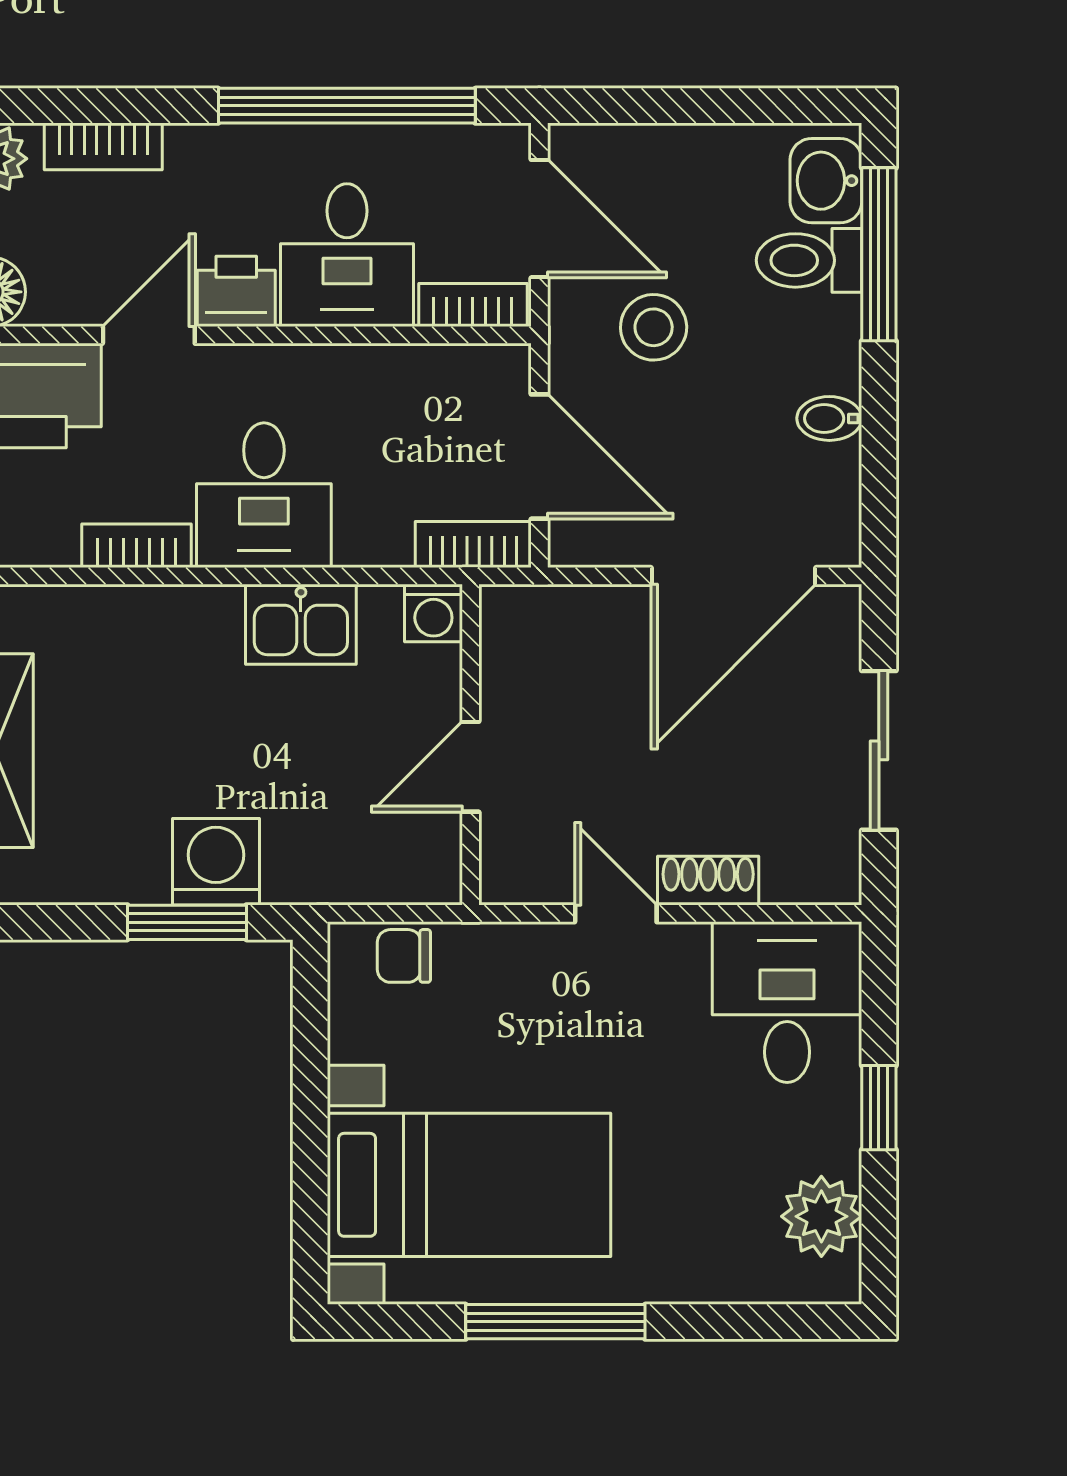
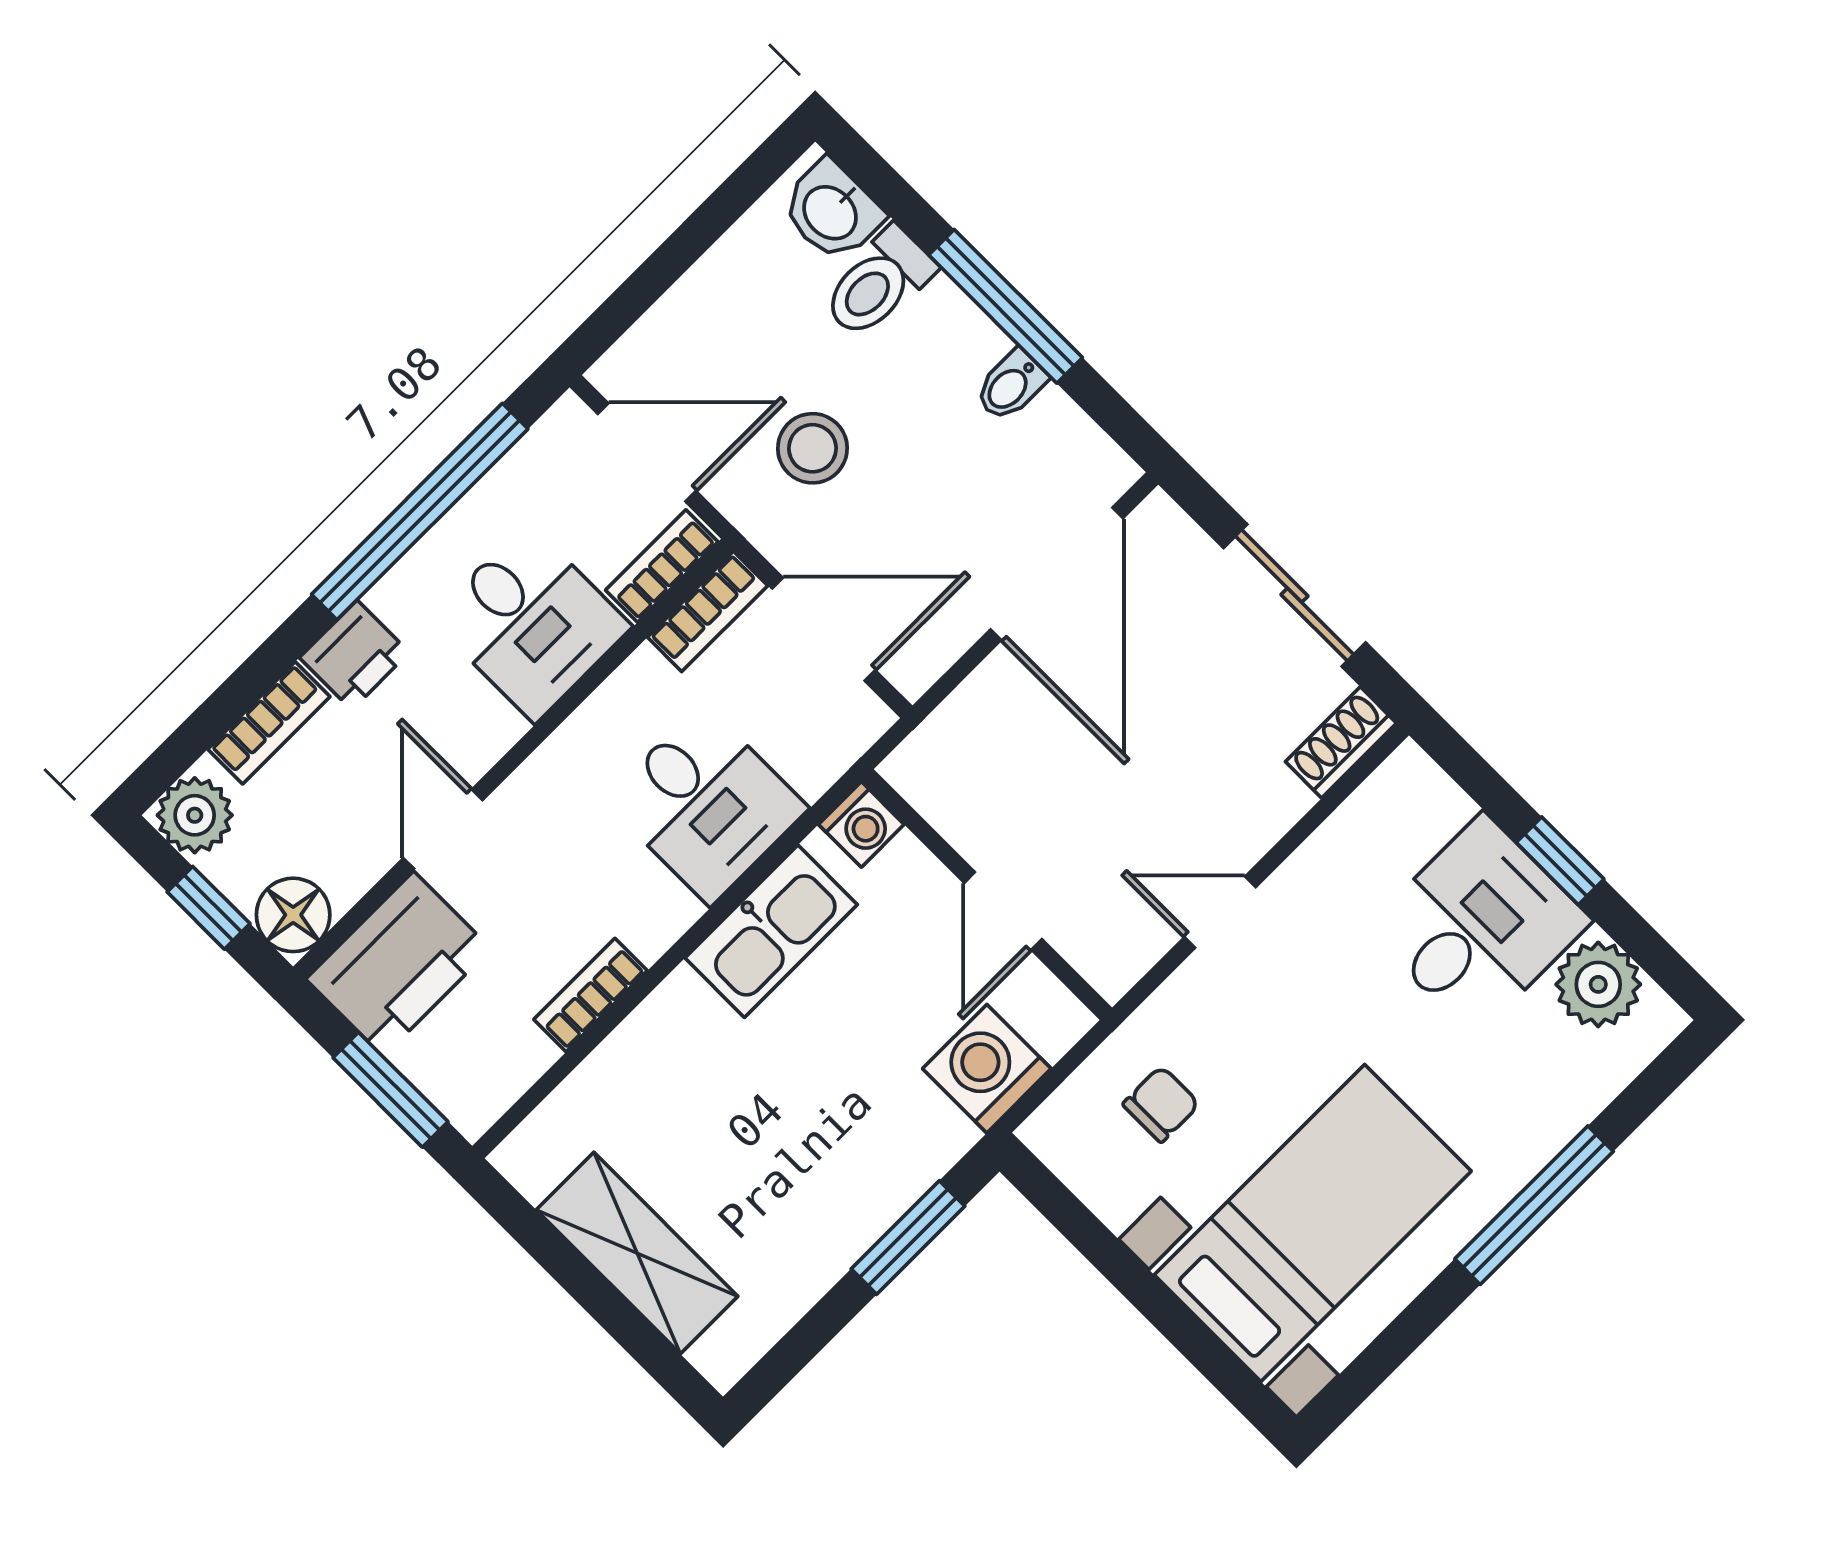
window: (879, 254) -> (1006, 306), moved
printer: (236, 291) -> (354, 655), moved, turned 180
desk: (264, 495) -> (706, 804), moved
bookcase: (473, 545) -> (708, 611), moved, turned 180
kitchen sink: (301, 624) -> (771, 931), width x1.38
washing machine: (216, 862) -> (987, 1069), moved
shoe rack: (708, 881) -> (1341, 742), moved
chair: (404, 956) -> (1161, 1104), moved, turned 180
desk: (787, 1002) -> (1479, 925), moved, turned 90
window: (555, 1322) -> (1534, 1205), moved

